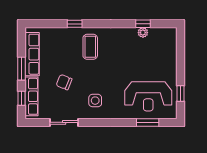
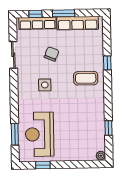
plant: (143, 33) -> (101, 156), moved
side table: (95, 101) -> (45, 85), moved

